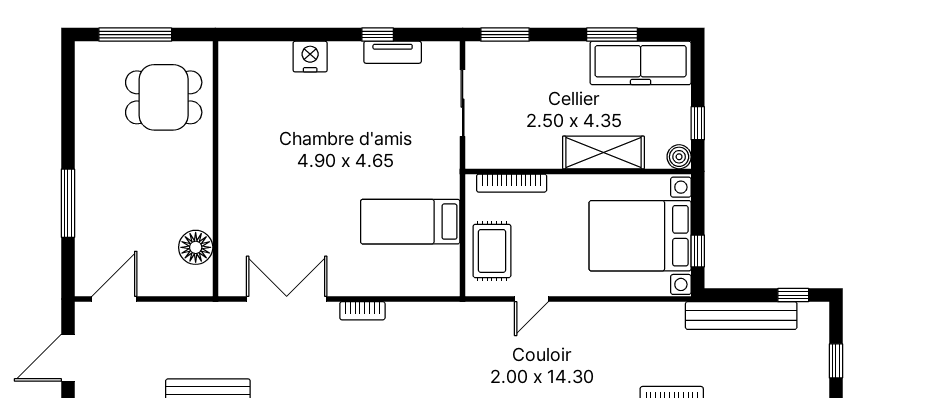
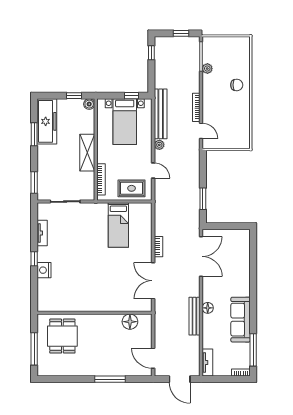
window: (378, 35) -> (34, 259), moved
shelving: (603, 152) -> (87, 153), moved
bed with nightstands: (640, 236) -> (125, 122), width x0.73
plant: (589, 313) -> (159, 145), added
bench: (741, 316) -> (161, 114), moved

